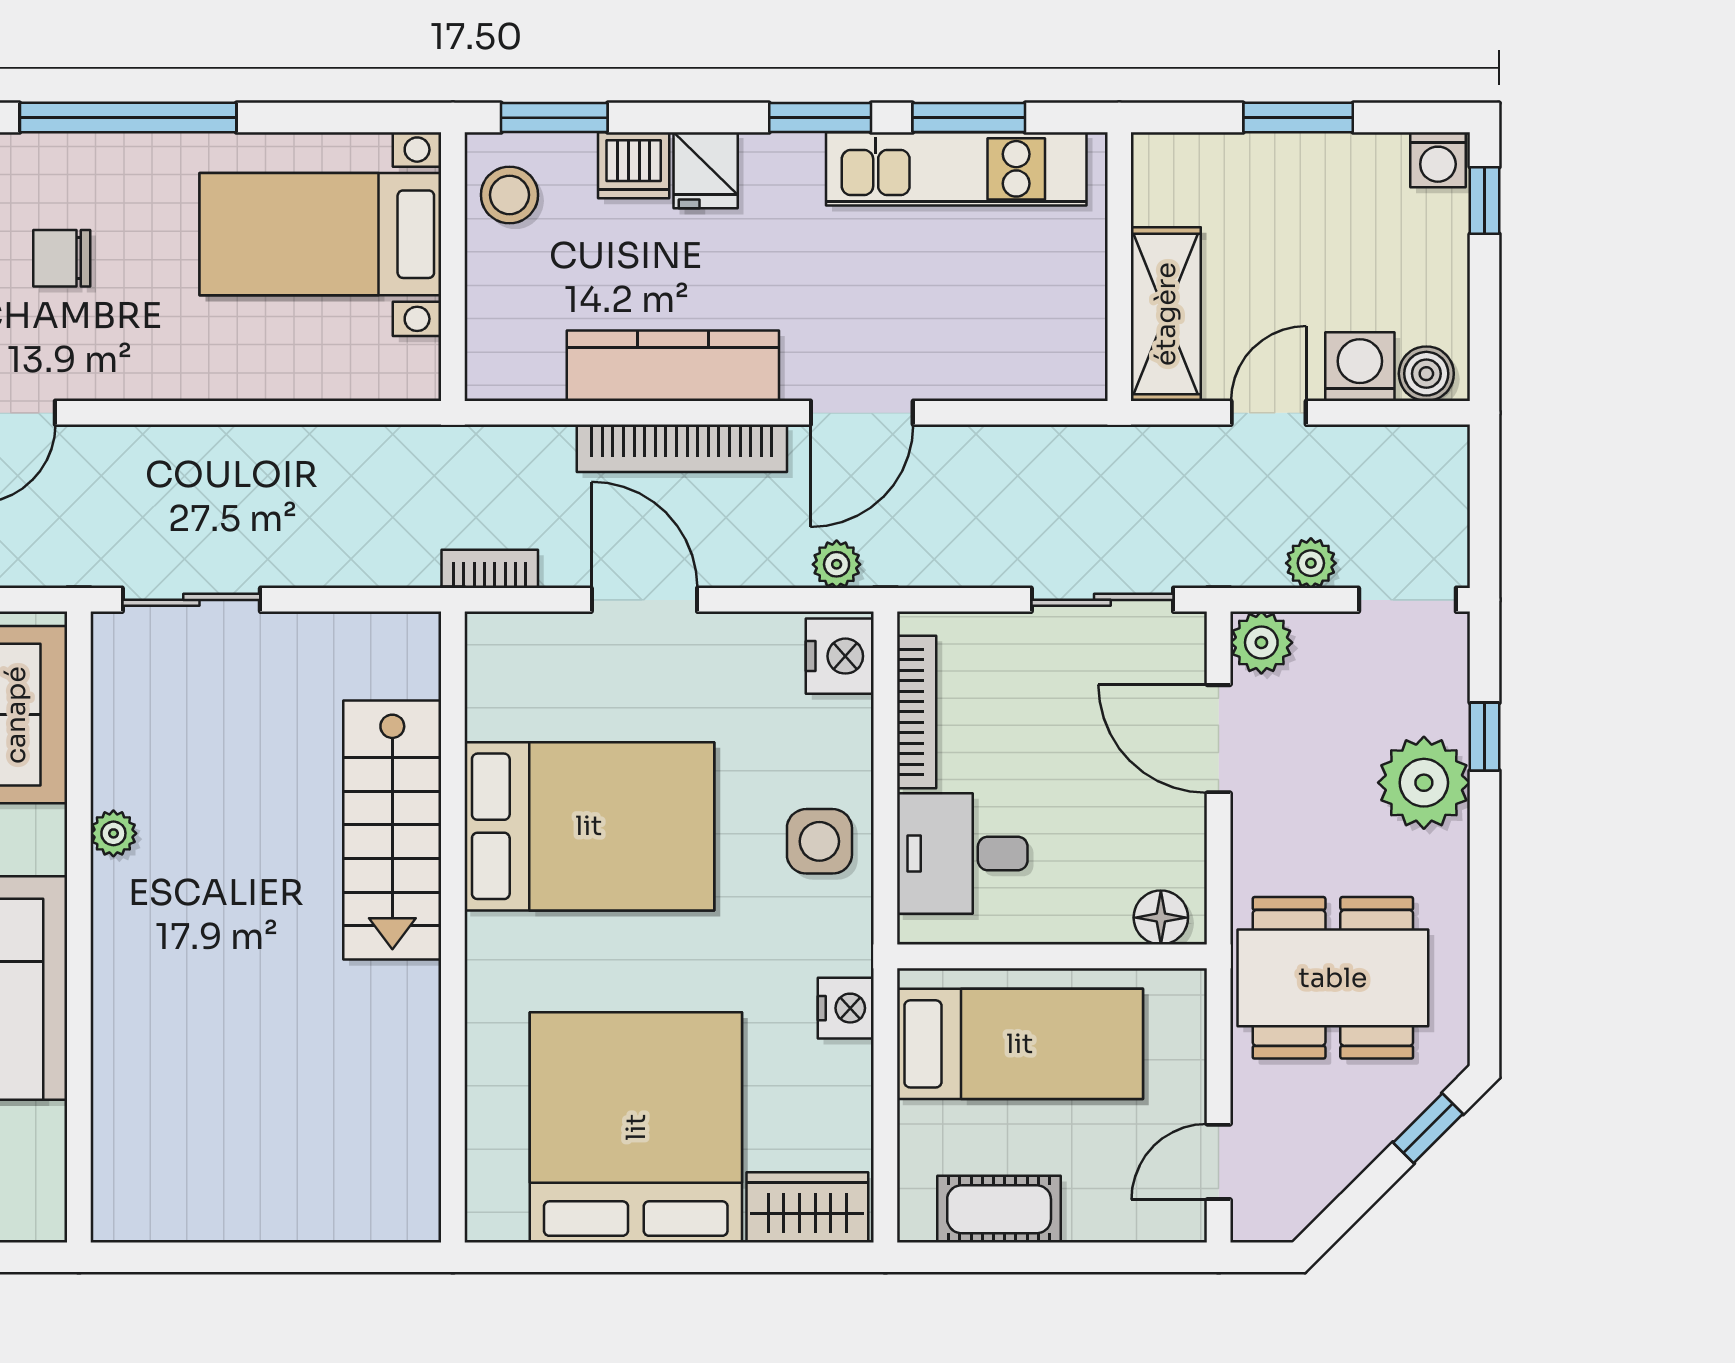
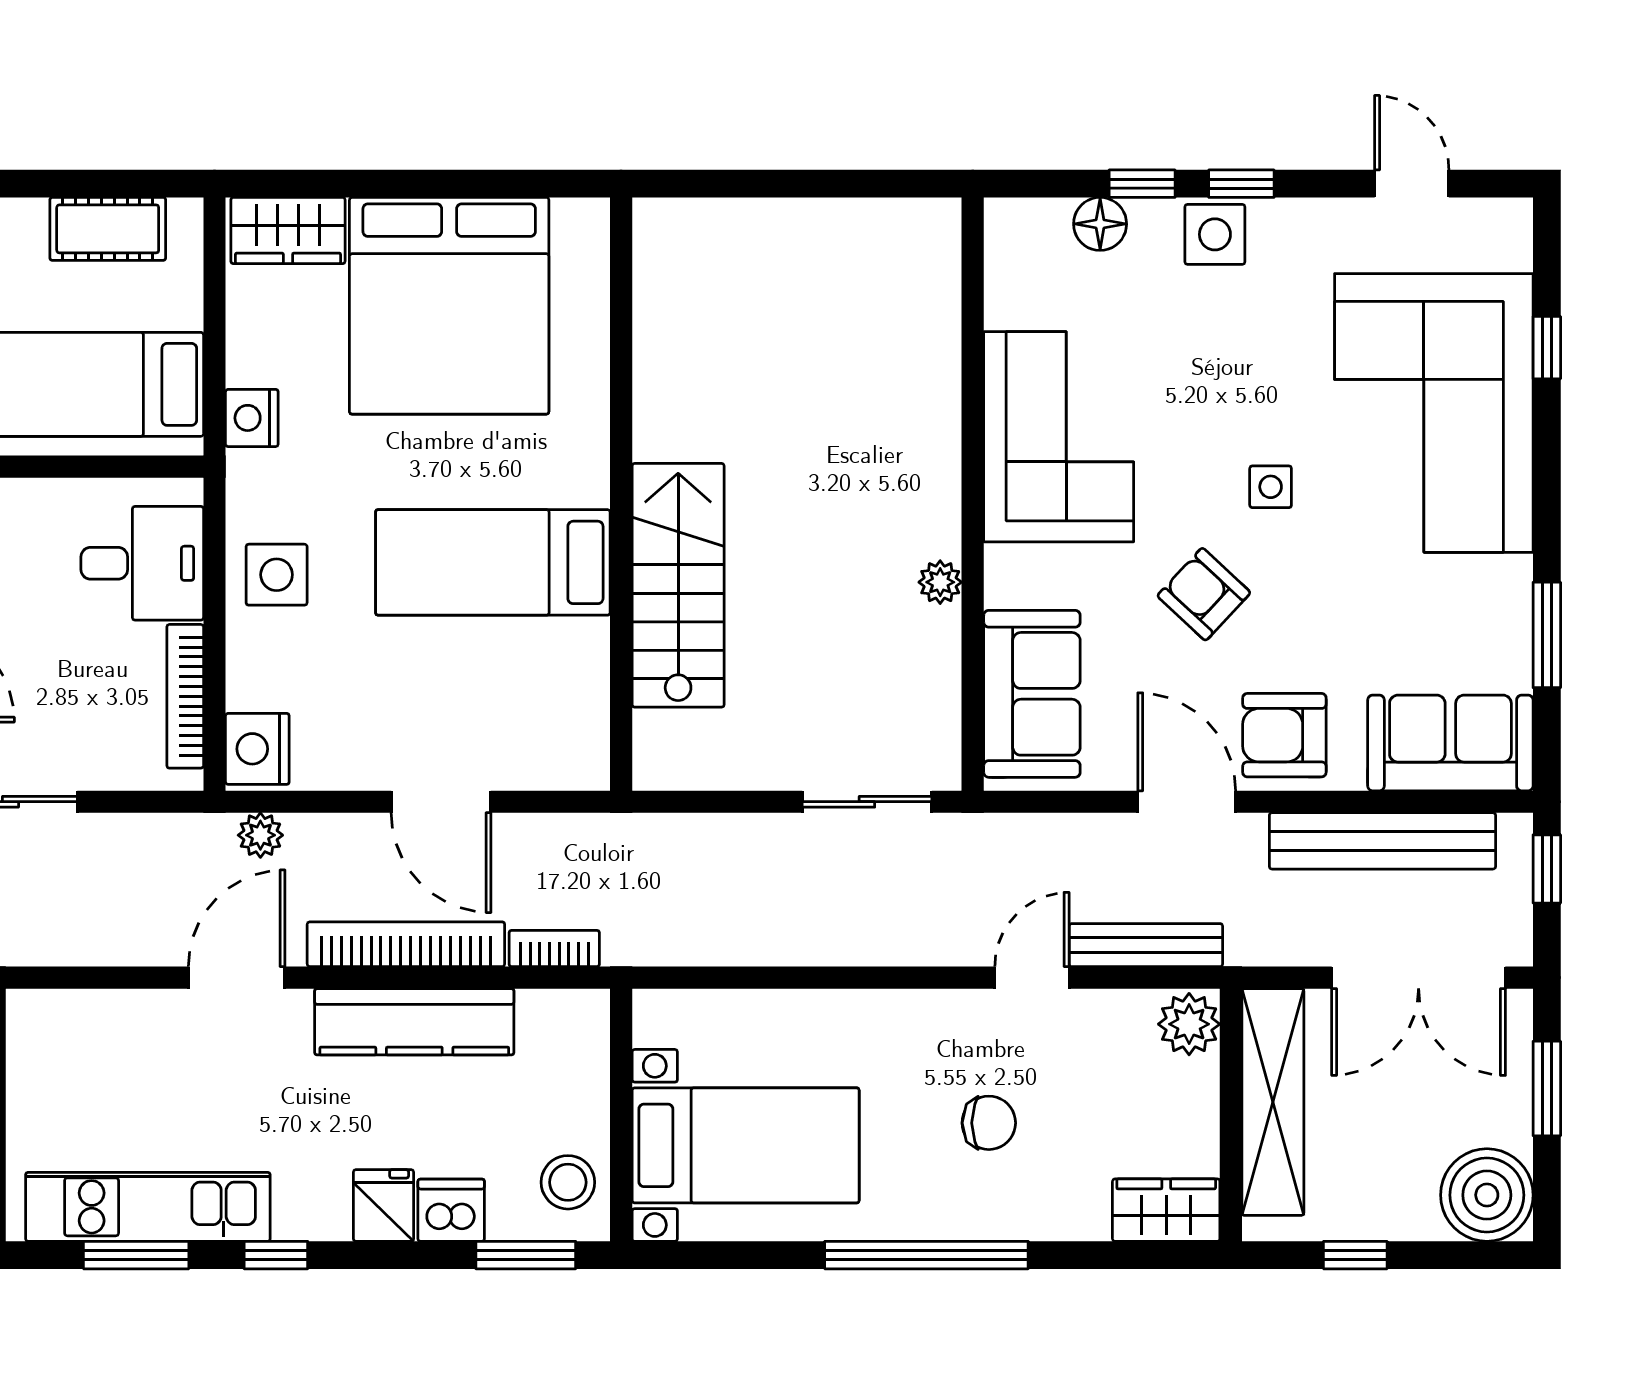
window: (820, 118) -> (276, 1255), width x0.67
bookcase: (490, 569) -> (554, 948), moved, turned 180
bed: (589, 826) -> (493, 562), width x0.67

